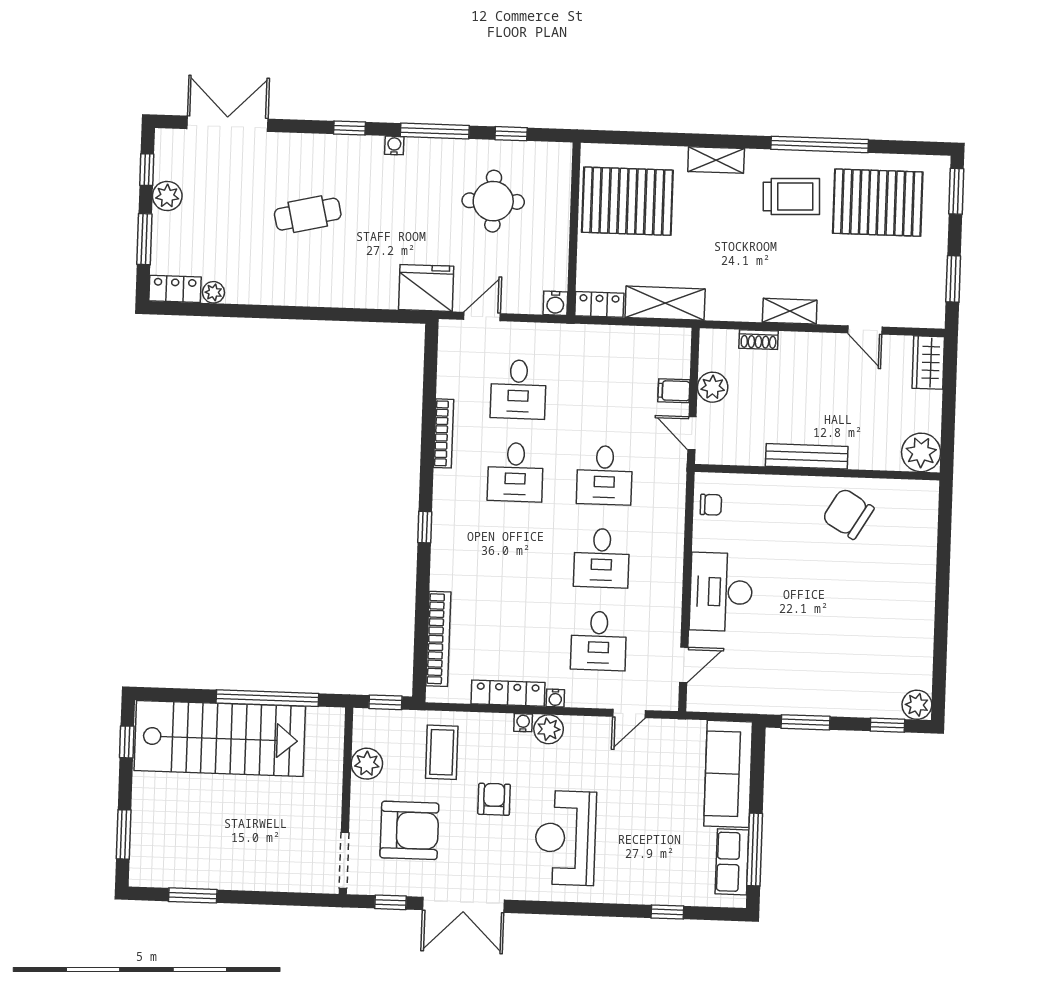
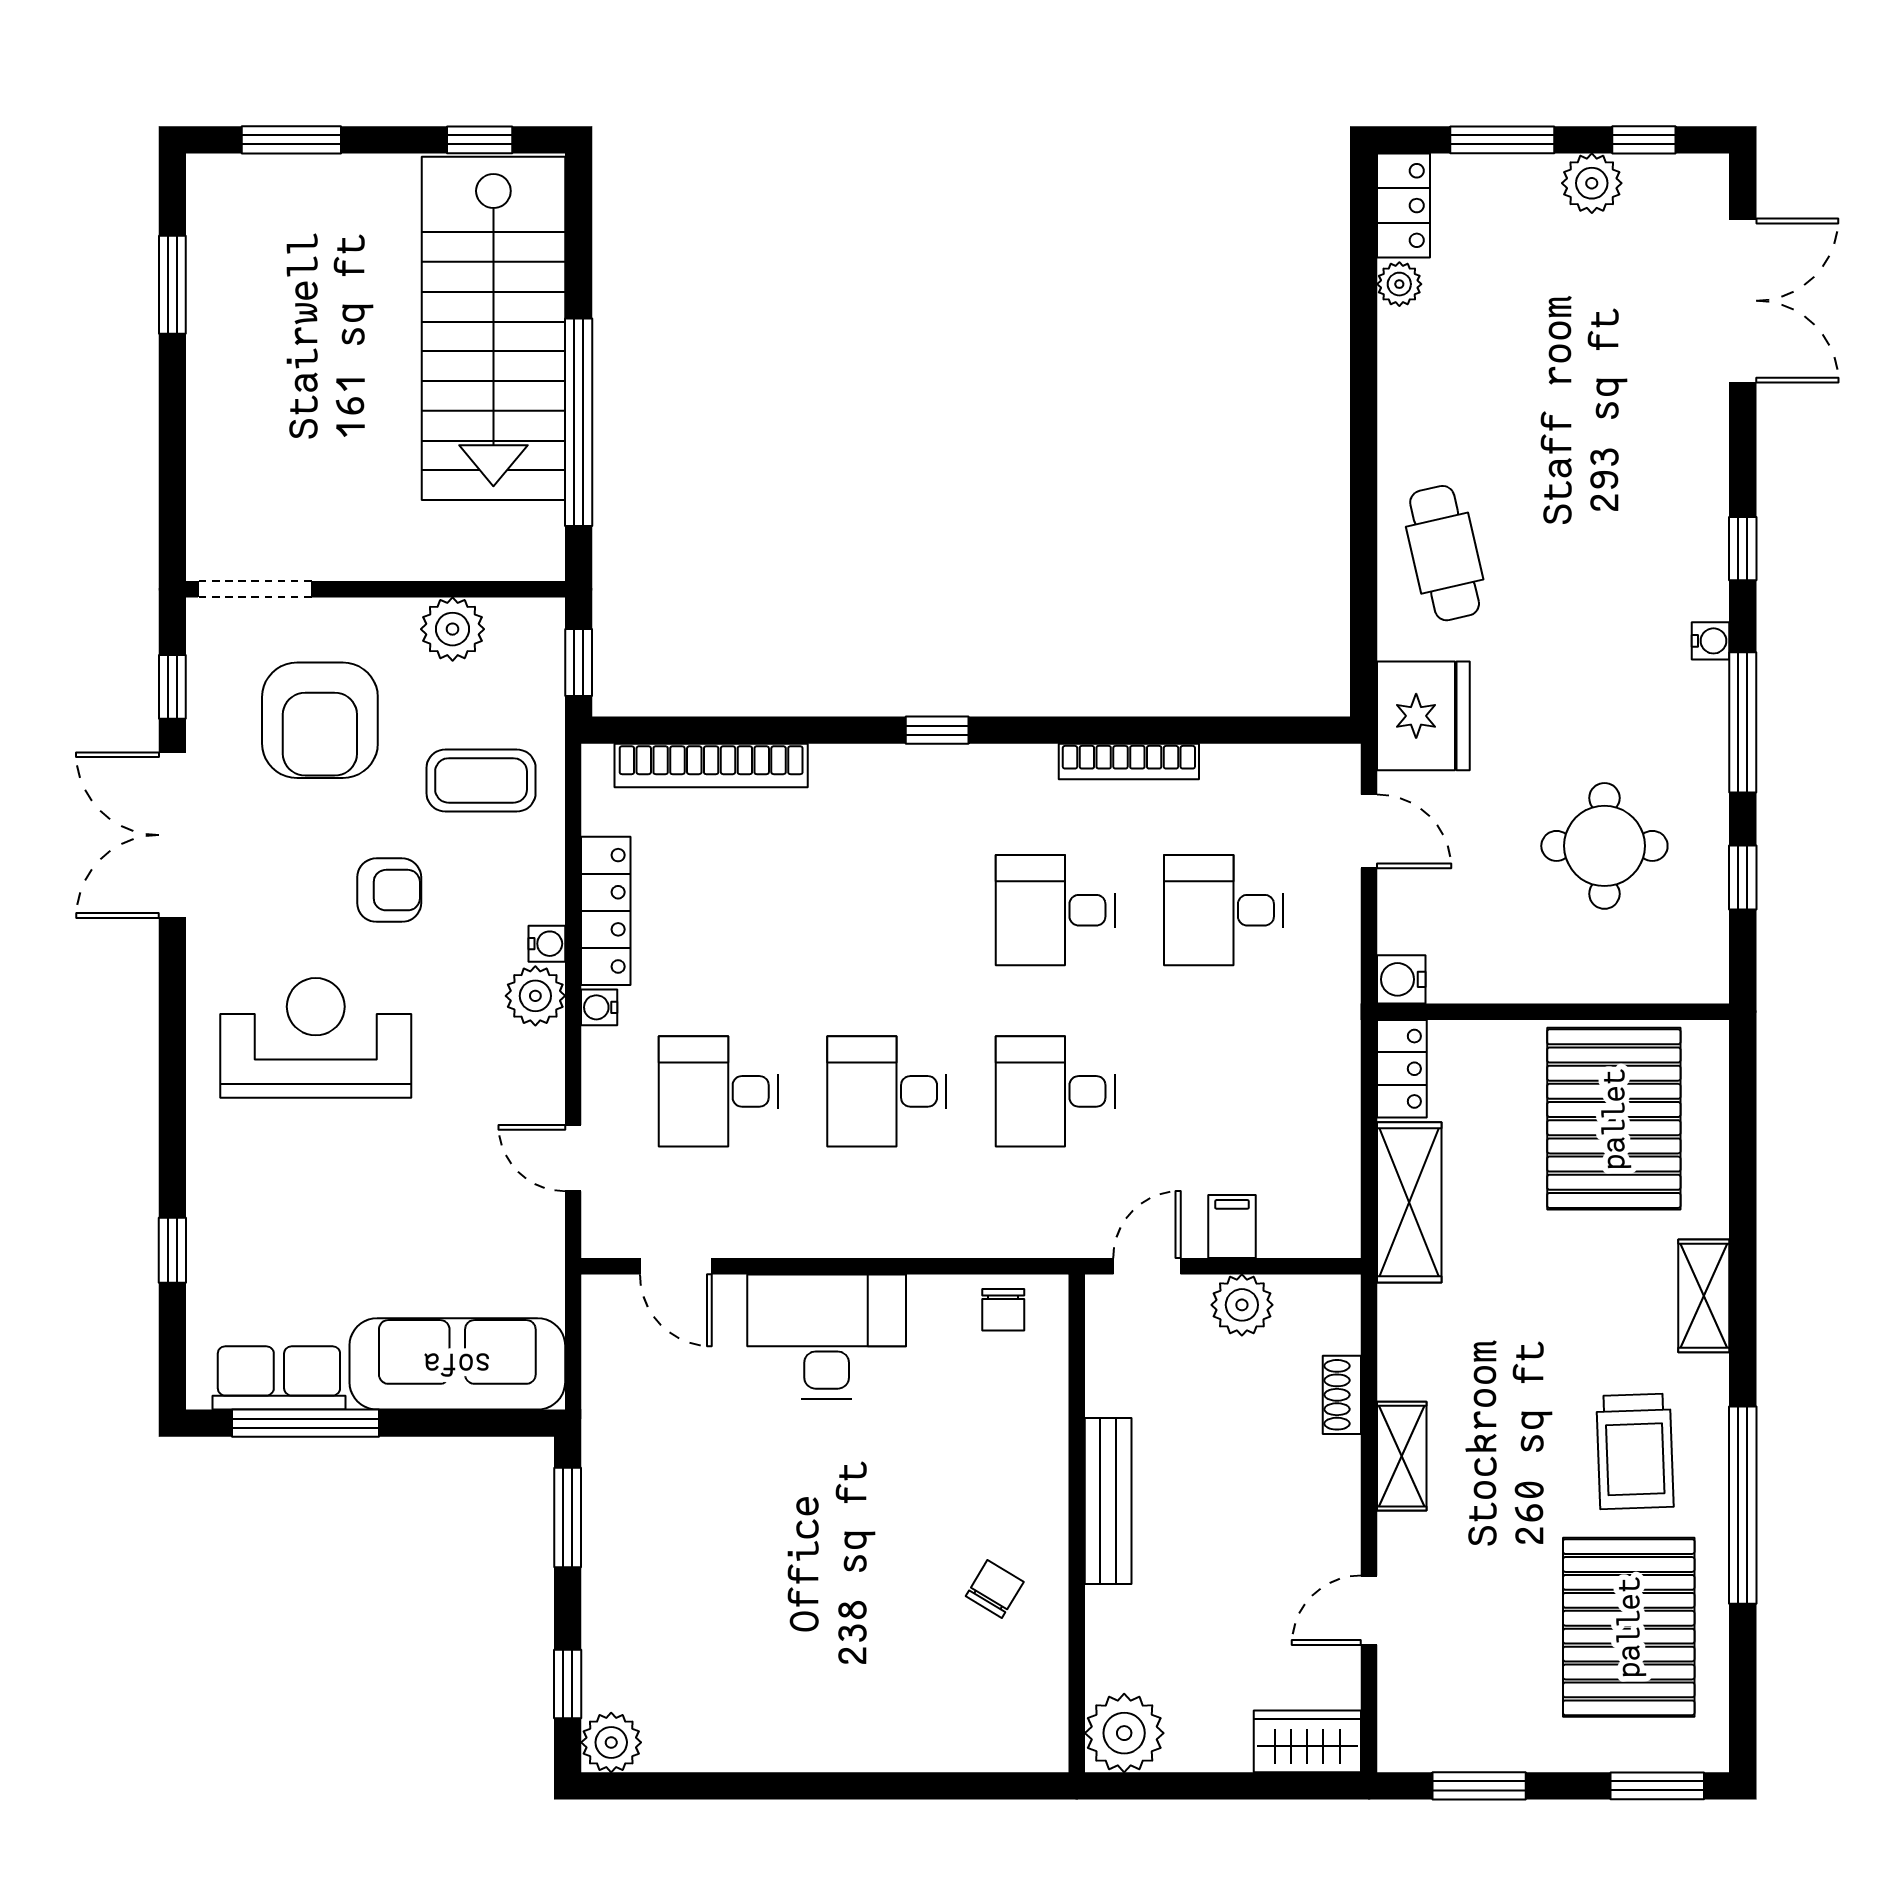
cafe table: (308, 214) -> (1445, 553), moved
chair: (848, 514) -> (995, 1589), width x0.54, depth x0.54

